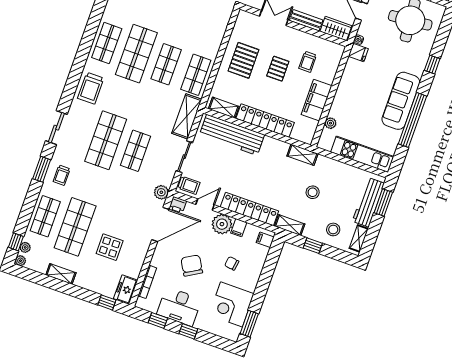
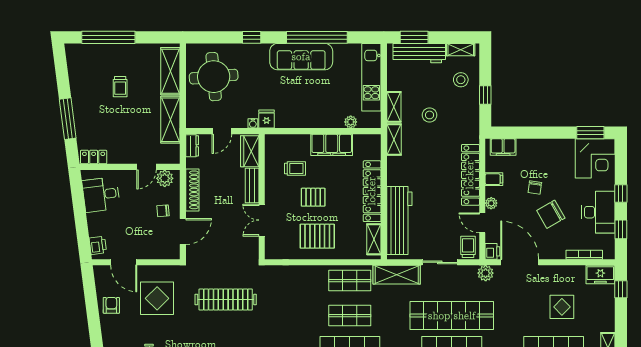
shop shelf: (135, 151) -> (452, 316), width x2.00, depth x1.36
plant: (222, 224) -> (491, 203), width x0.53, depth x0.53
shelving: (290, 225) -> (394, 107), moved
filing cabinet: (265, 240) -> (503, 147), width x2.00
chair: (232, 263) -> (535, 187), moved
corner desk: (231, 304) -> (595, 158), moved

